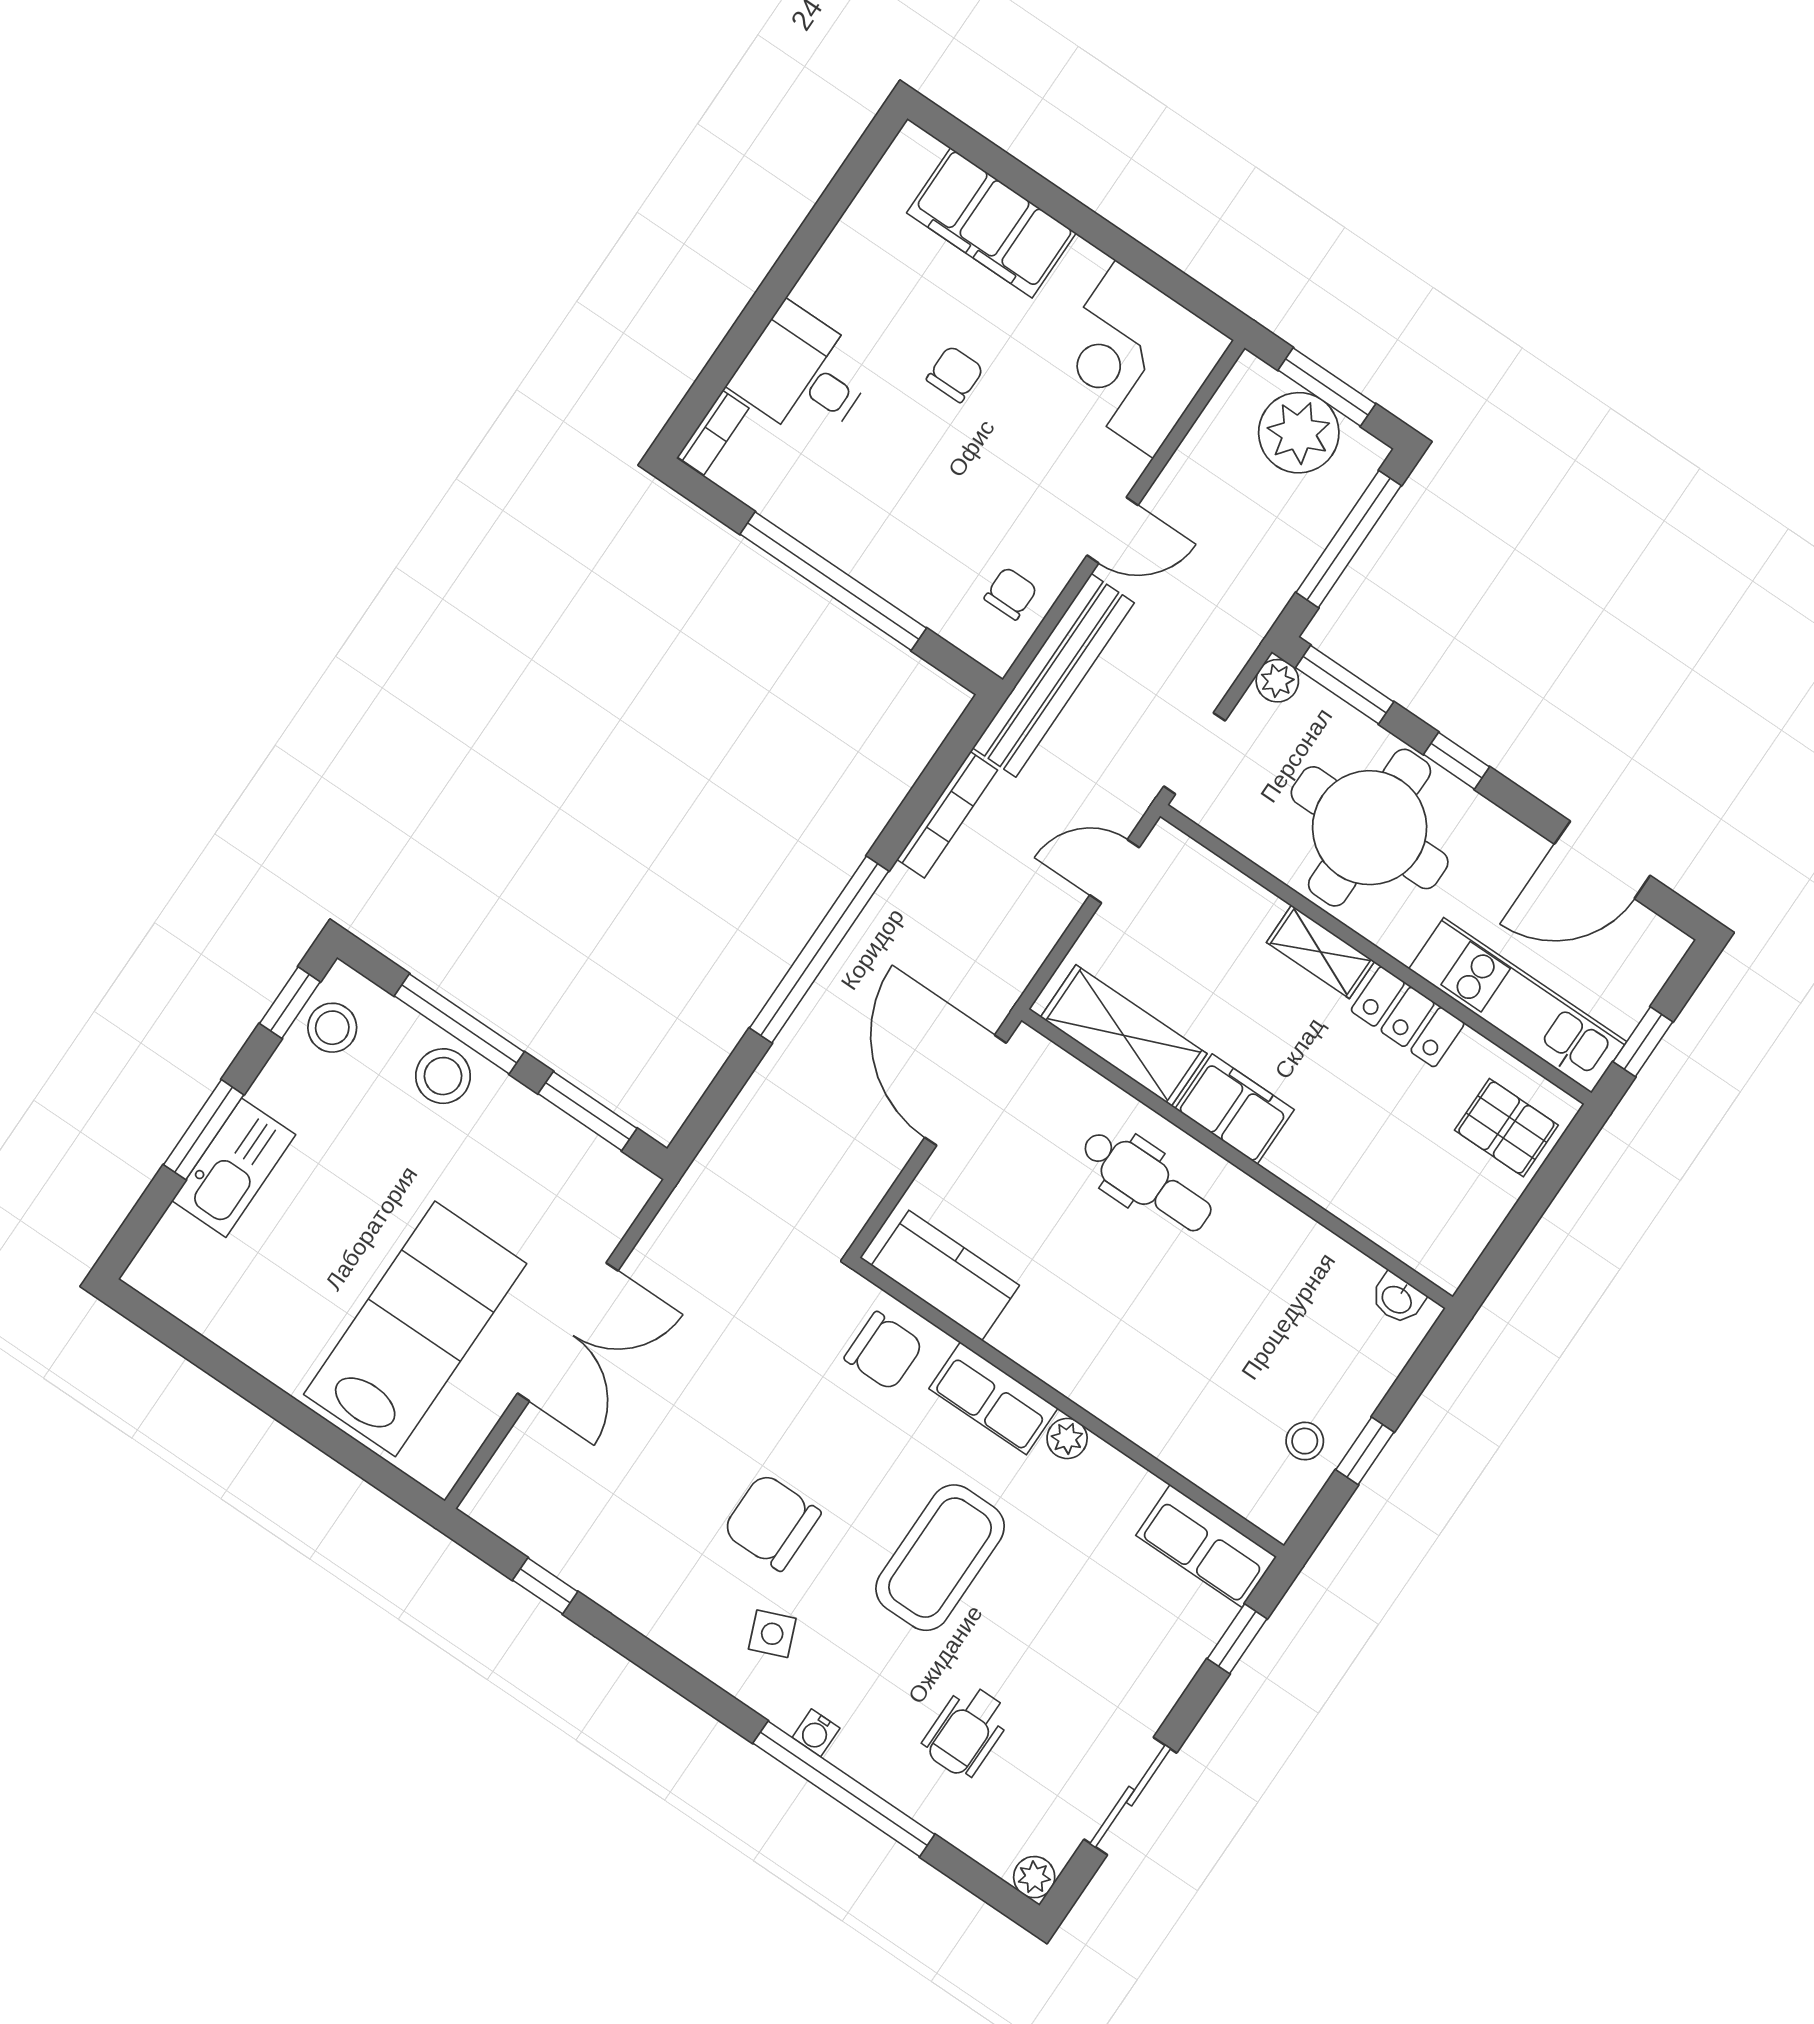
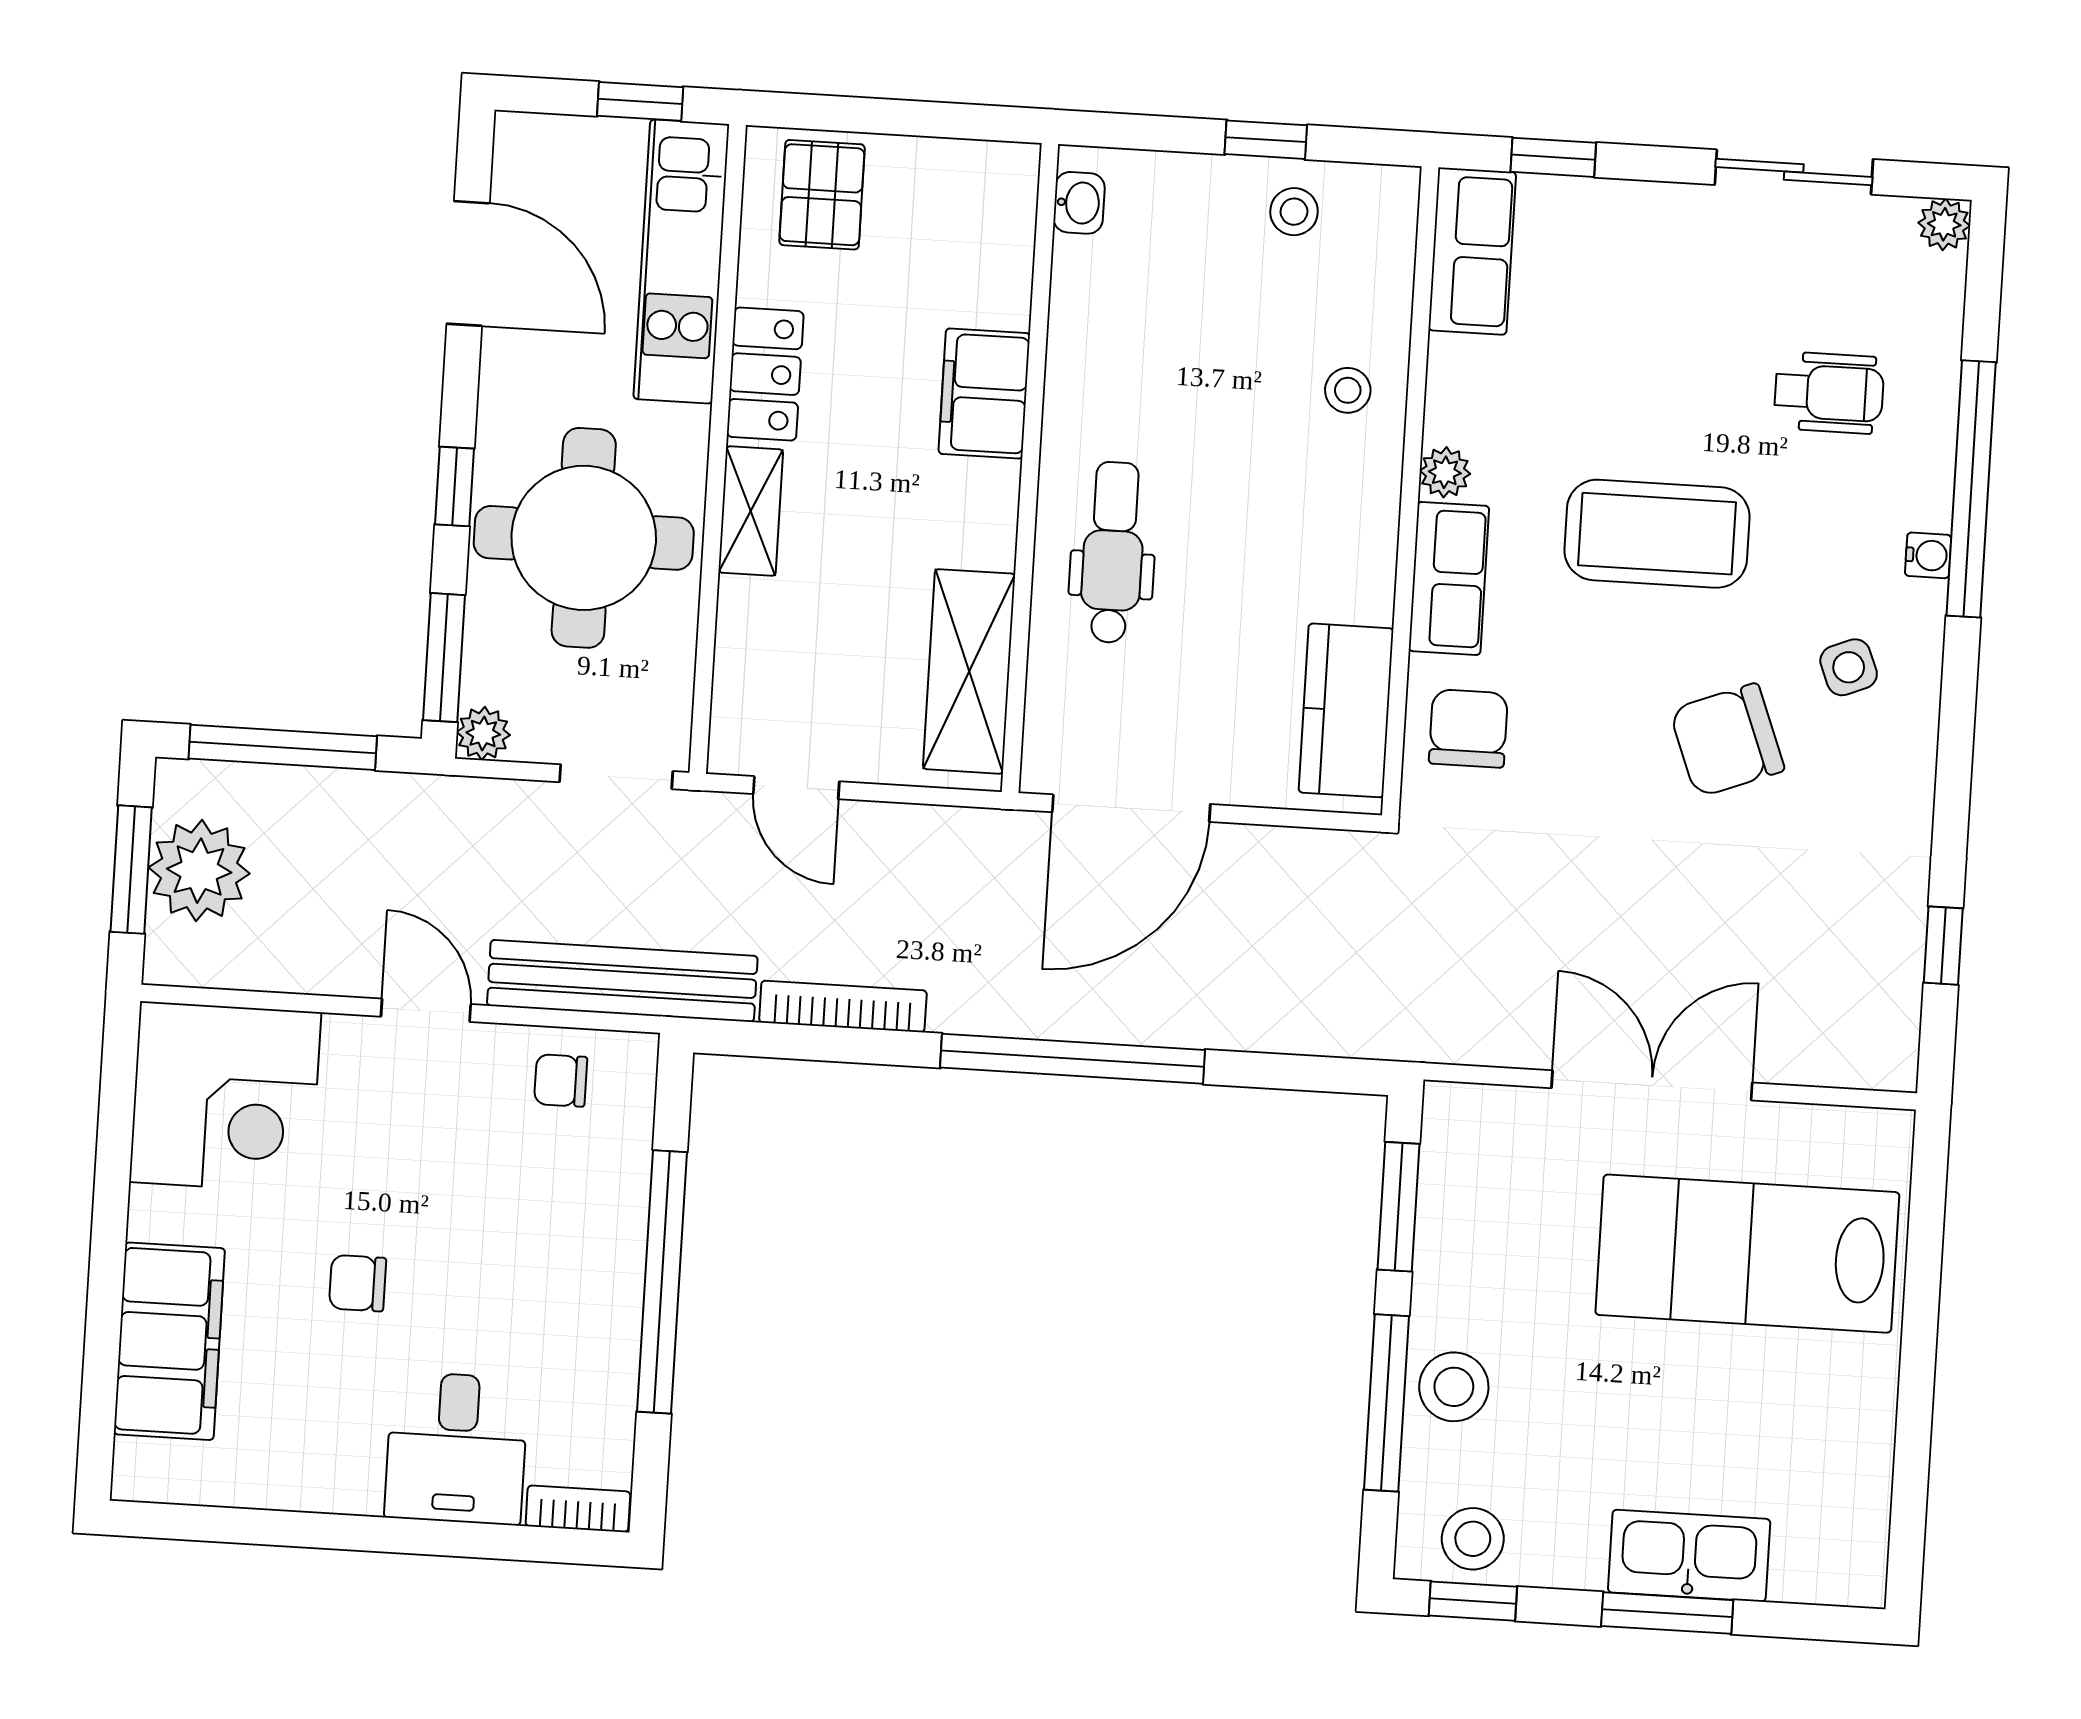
filing cabinet: (1235, 1109) -> (984, 394), moved
stool: (1162, 1406) -> (1348, 390), added
chair: (772, 1522) -> (1727, 740), turned 69

